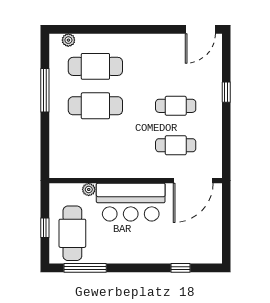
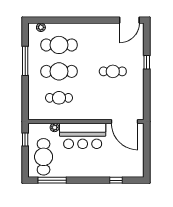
cafe table: (176, 145) -> (59, 98), moved
door: (193, 181) -> (125, 121), hinge flipped
window: (45, 228) -> (25, 139), moved

